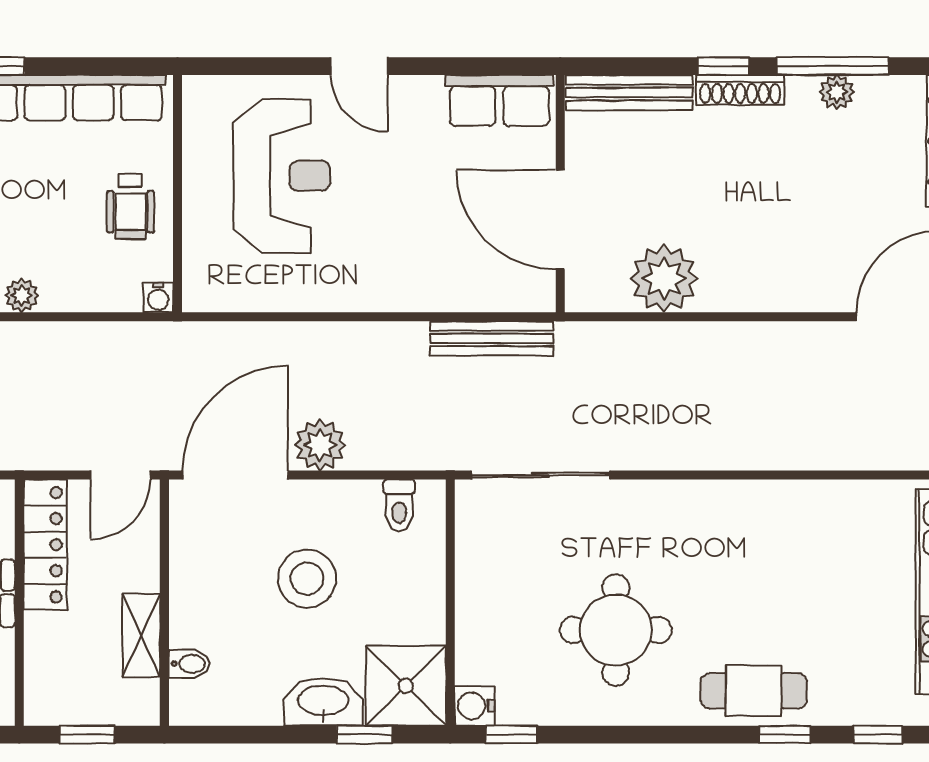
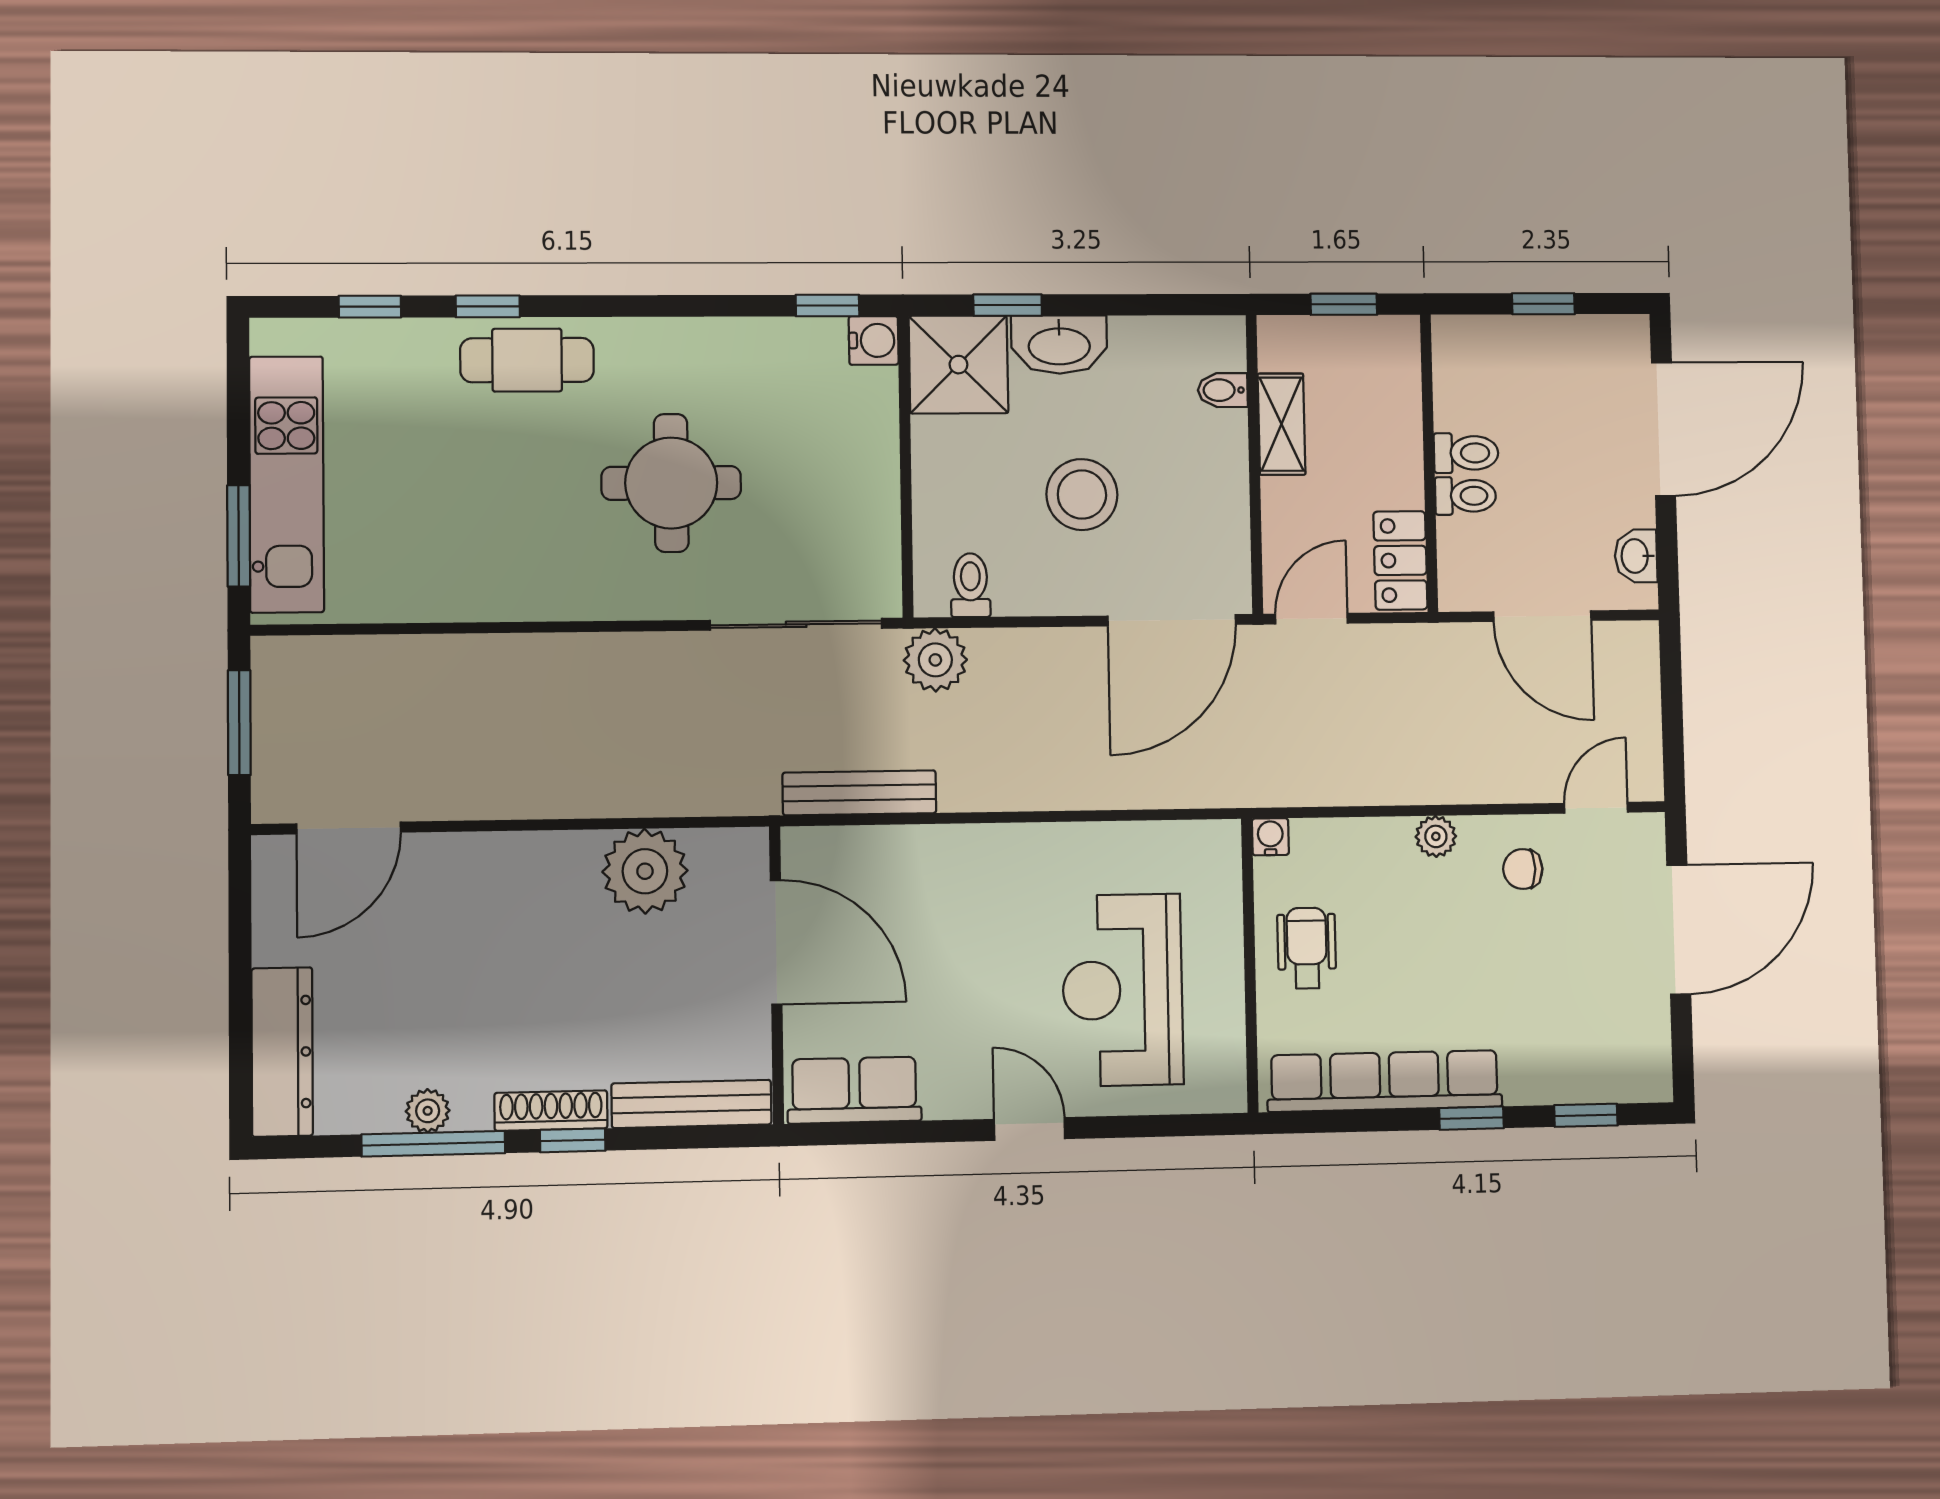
plant: (320, 445) -> (935, 660), moved
locker: (45, 545) -> (1400, 560), width x0.66
round table: (616, 630) -> (671, 483), moved

